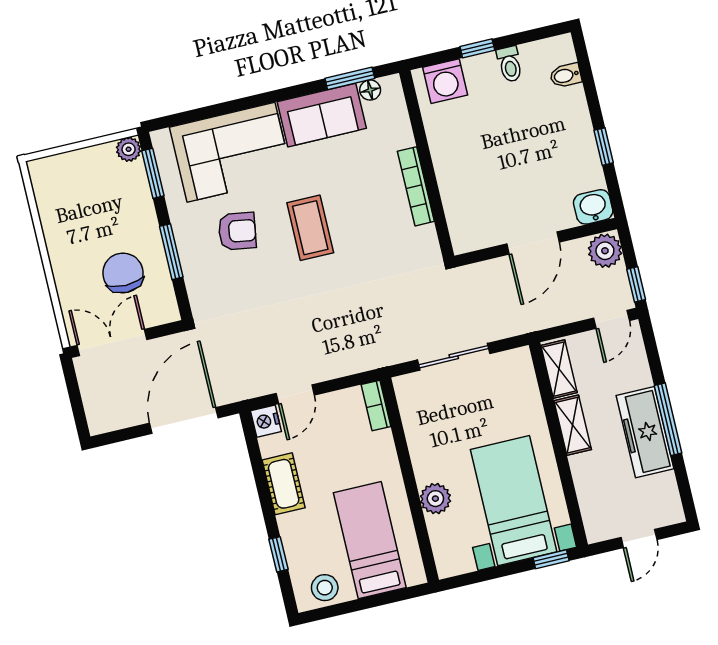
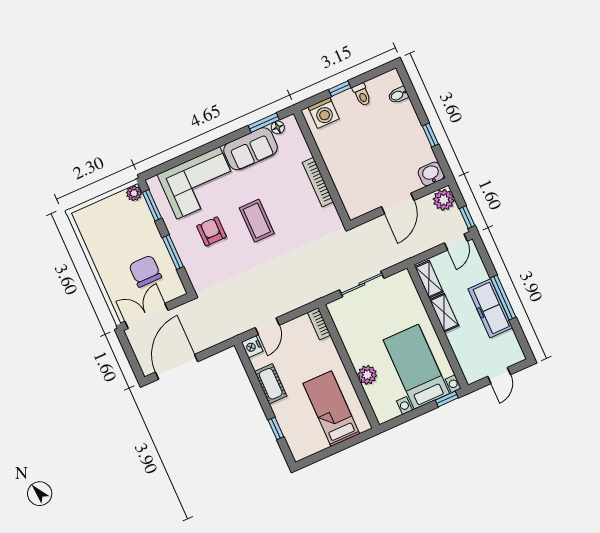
armchair: (237, 231) -> (212, 231), turned -99
door: (184, 420) -> (177, 367), moved
stool: (325, 588) -> (309, 444), removed

